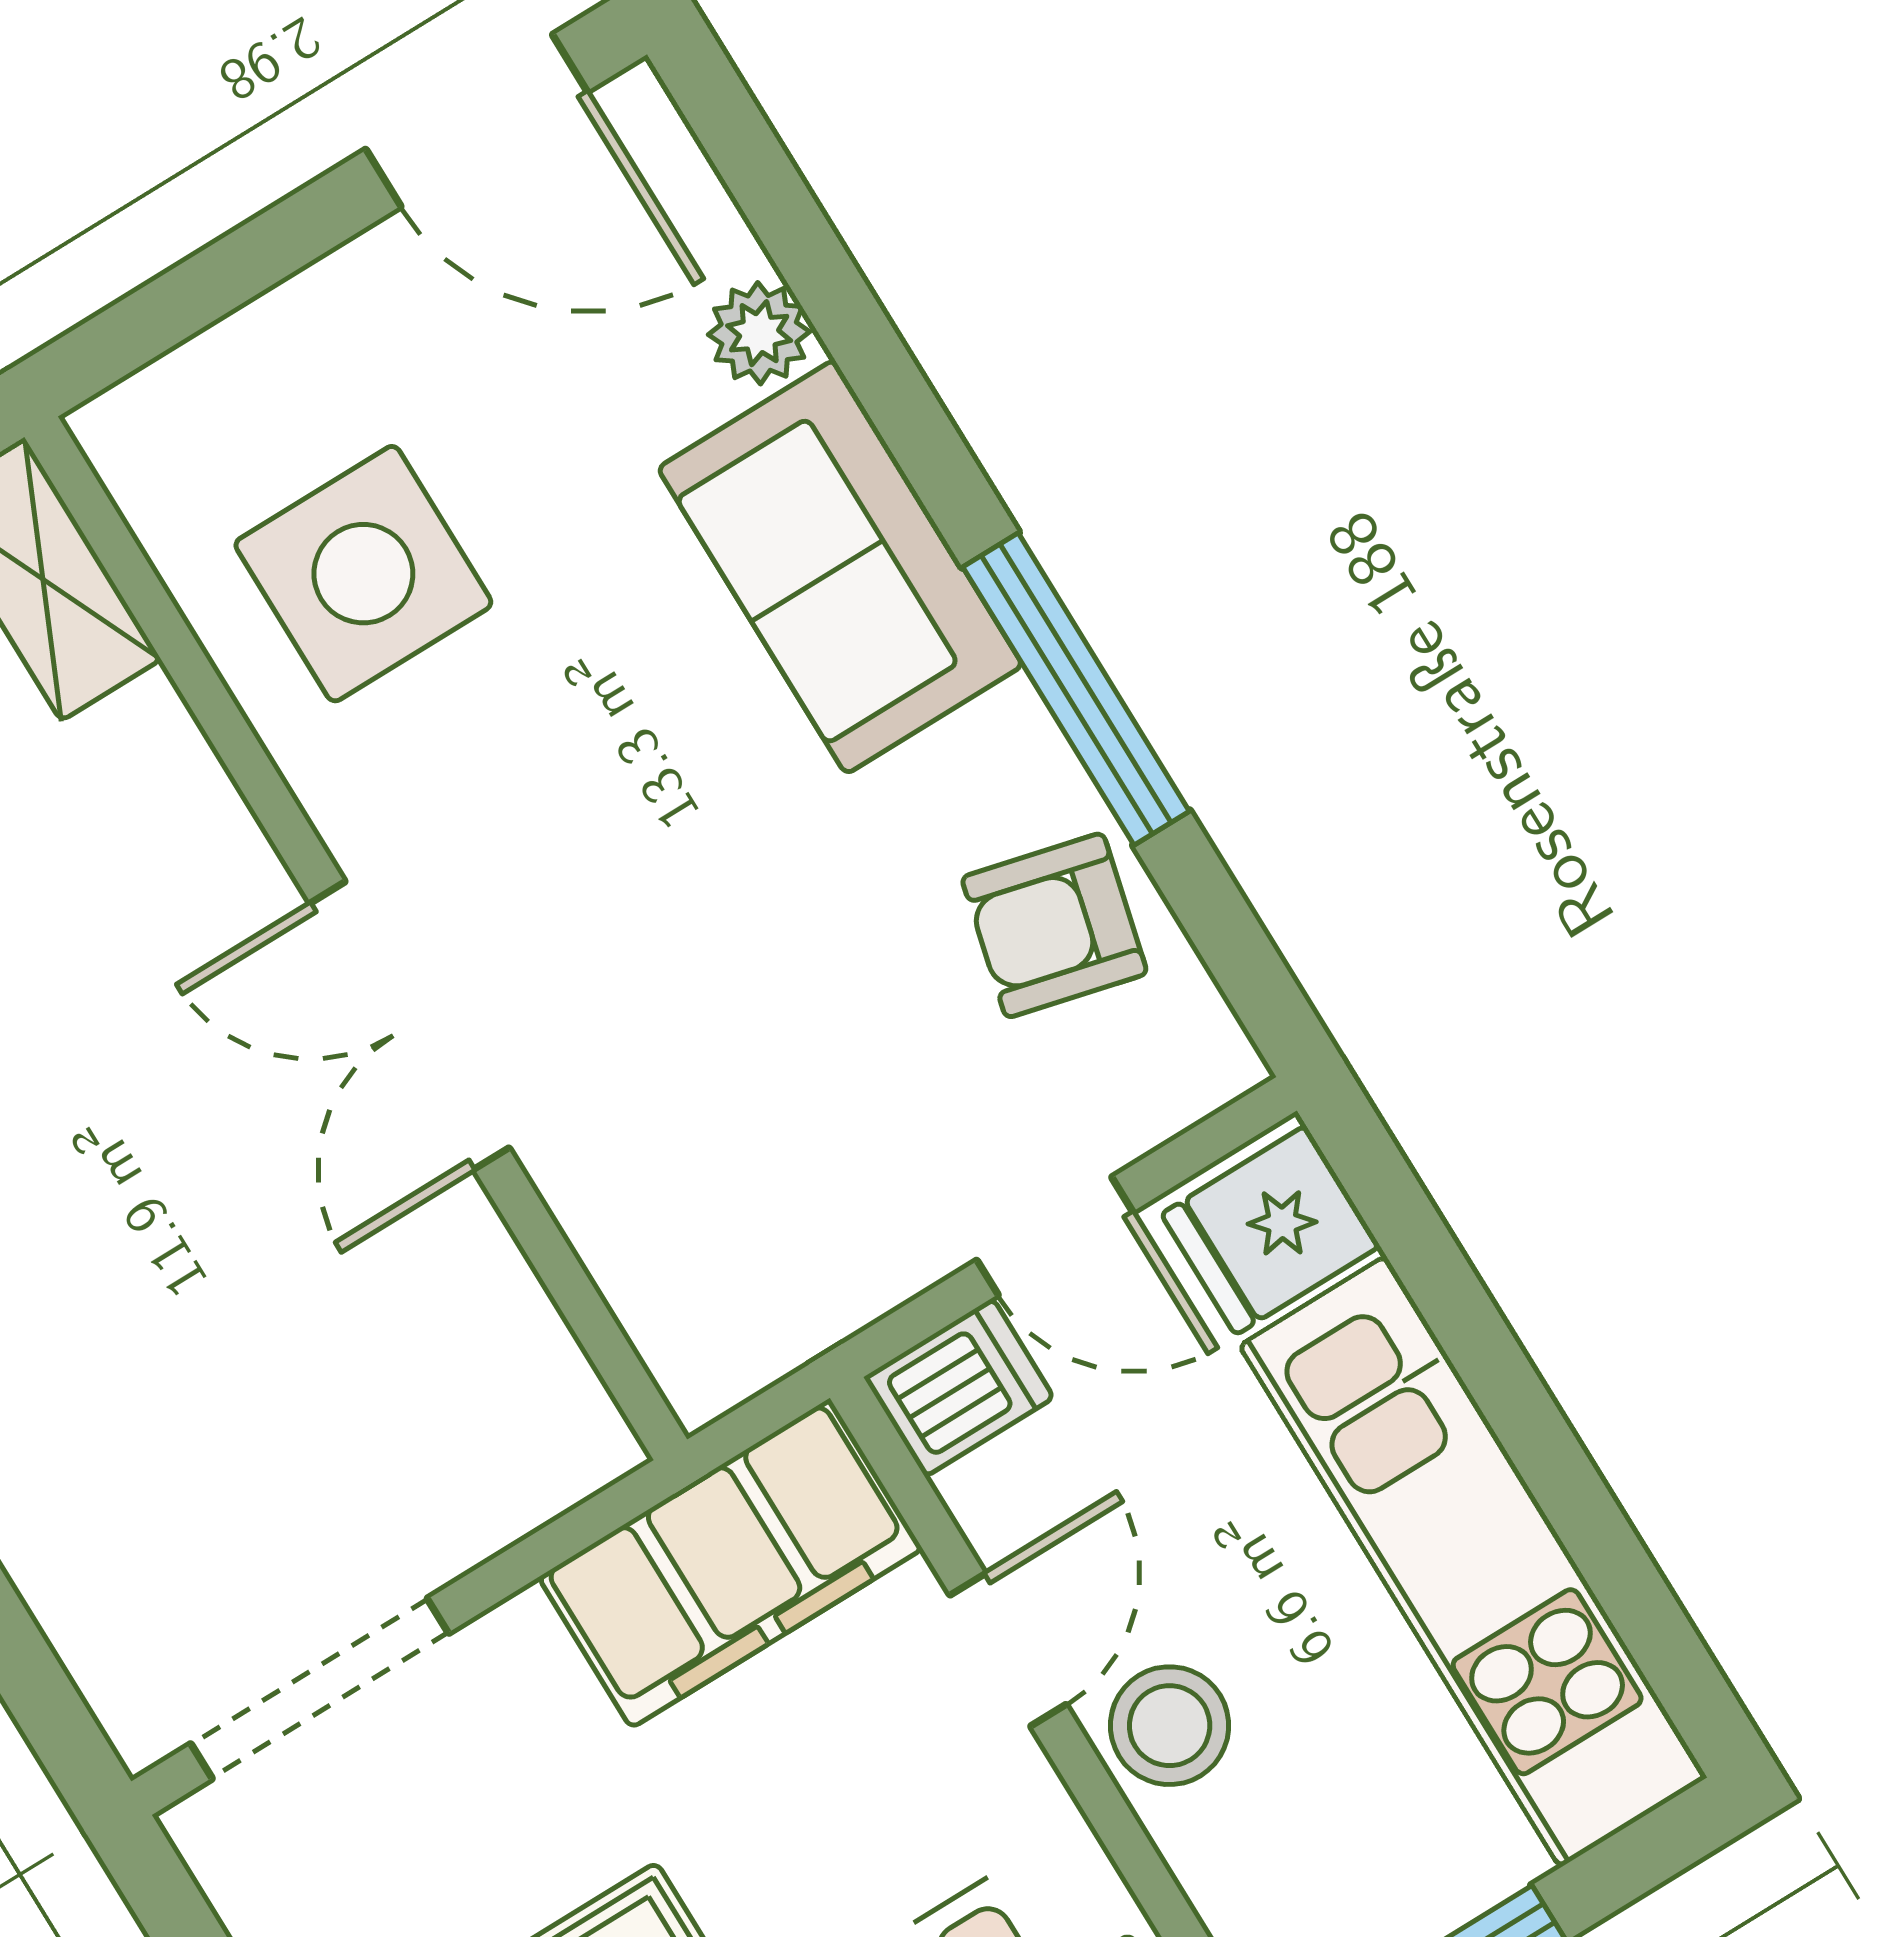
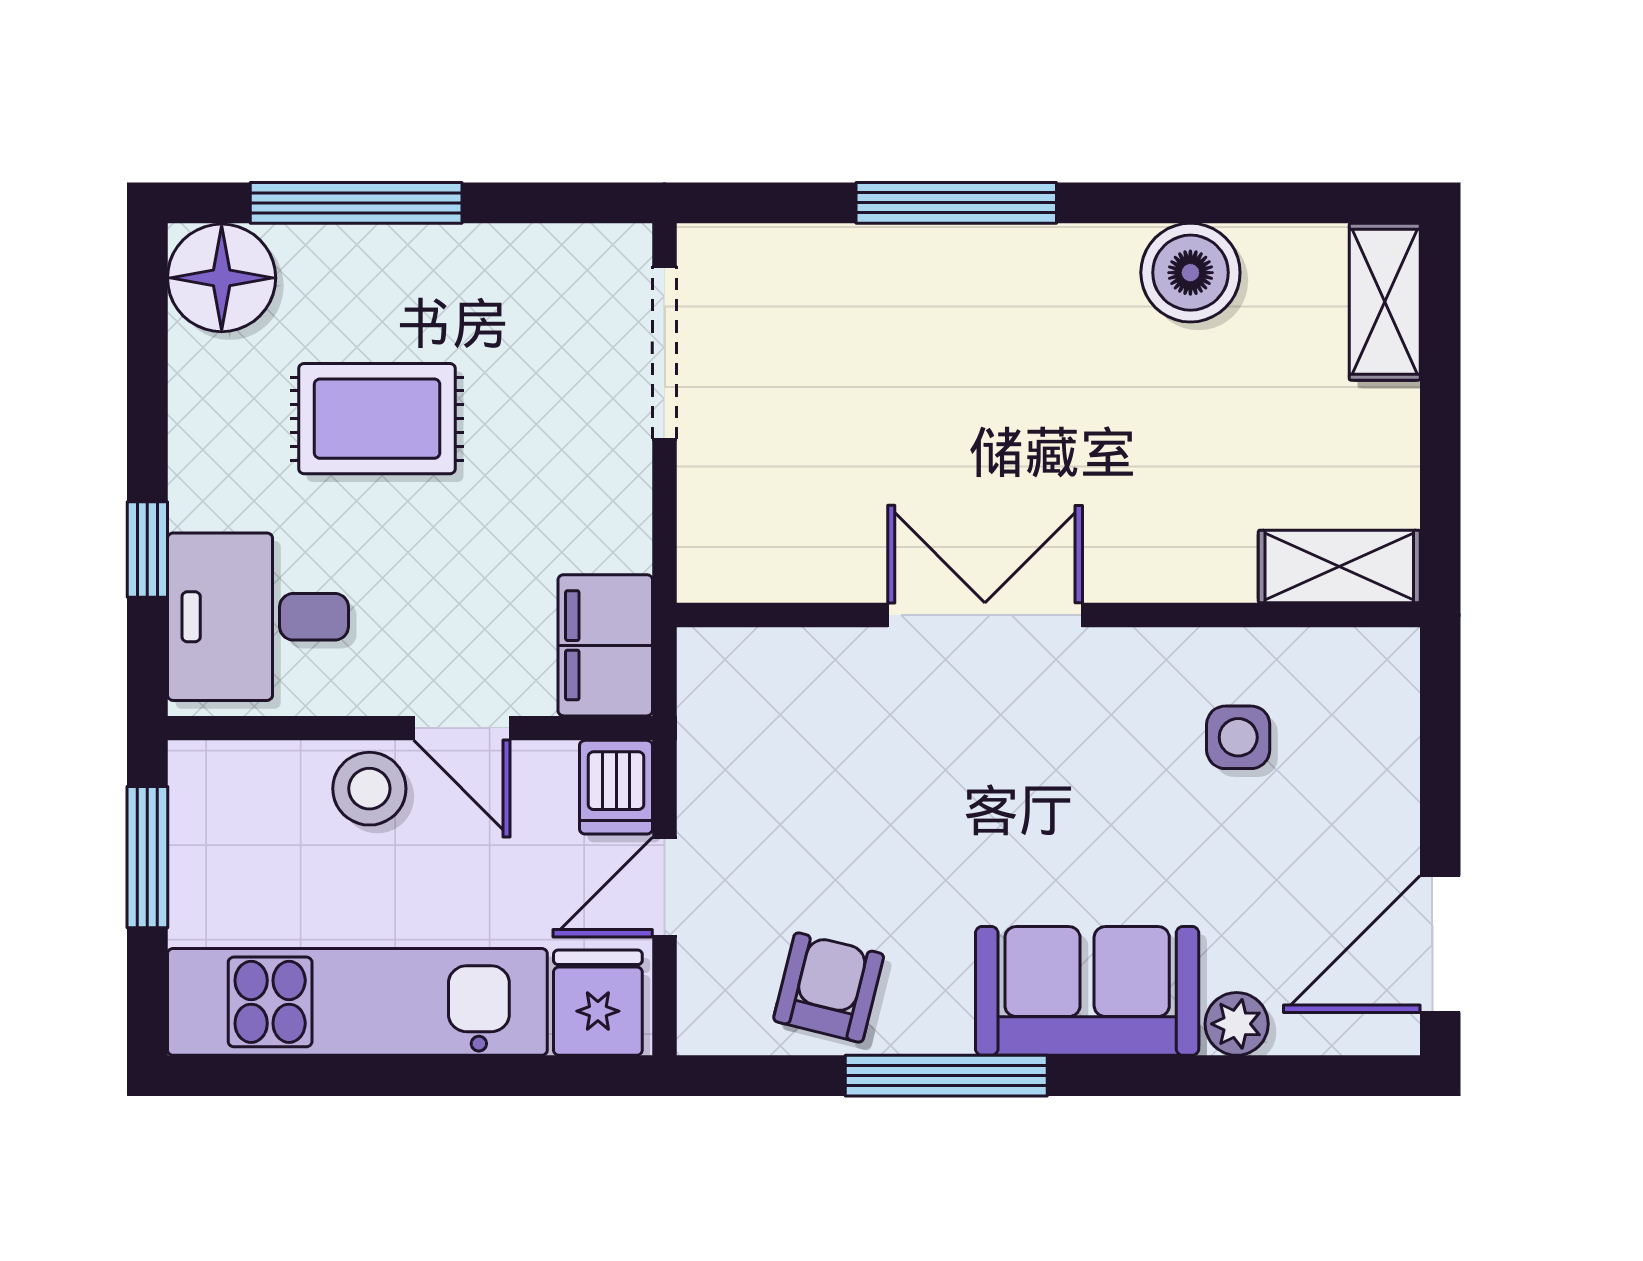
side table: (363, 574) -> (1238, 737), width x0.54, depth x0.54
filing cabinet: (731, 1563) -> (605, 645), width x0.67, depth x0.86

